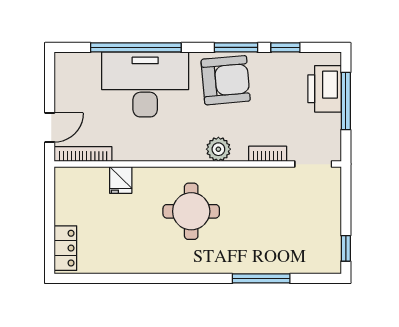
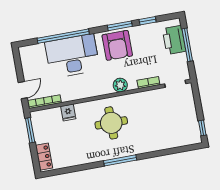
armchair: (226, 80) -> (117, 45), turned 95
window: (50, 199) -> (30, 130), added
window: (261, 278) -> (120, 160), moved

